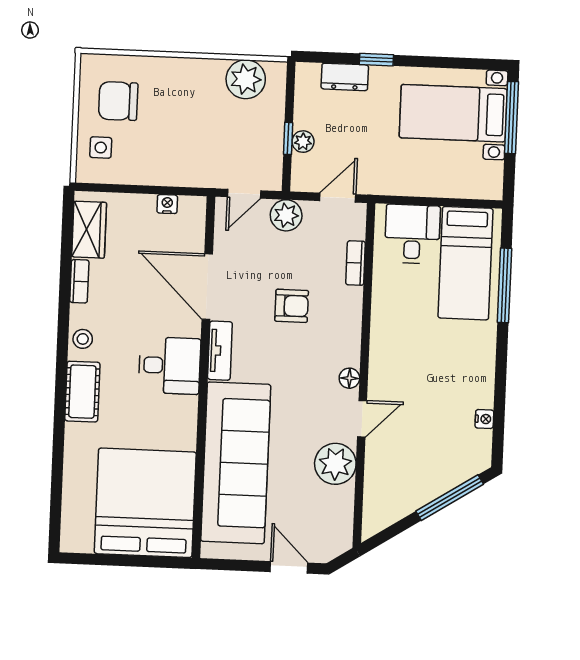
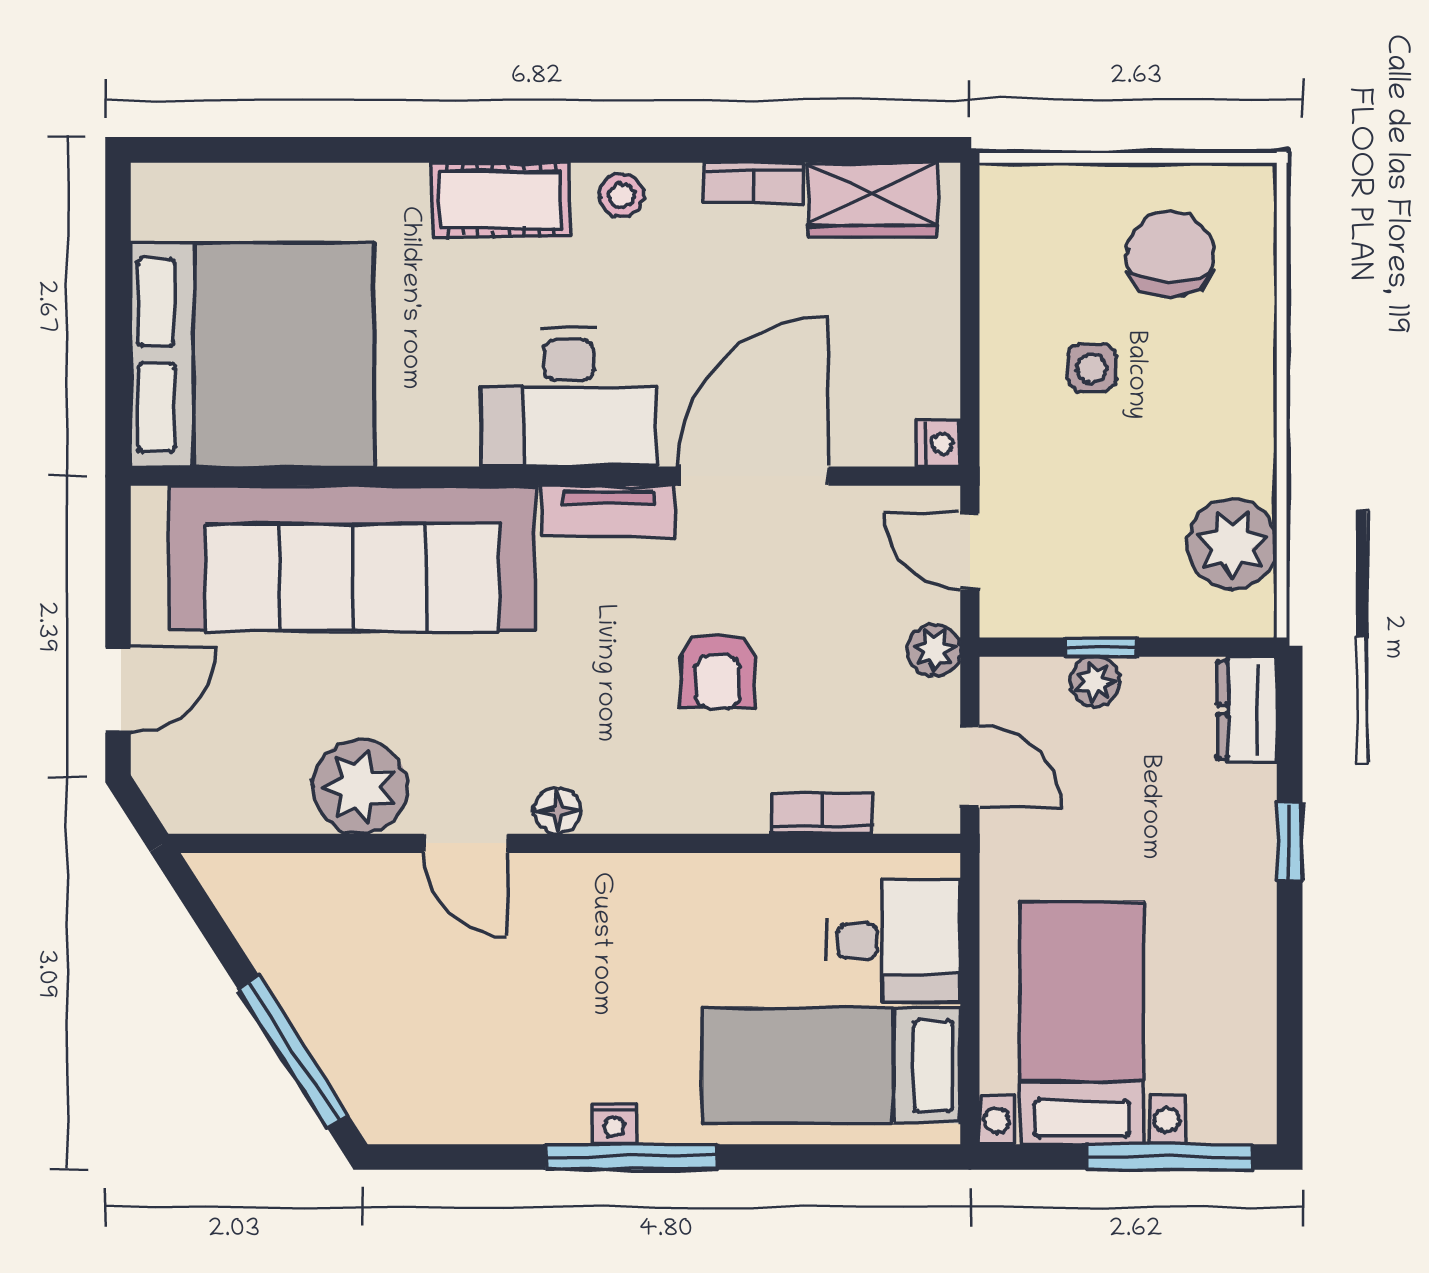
dresser: (345, 77) -> (1247, 710), moved
bed with nightstands: (453, 113) -> (1082, 1023), moved
side table: (101, 148) -> (1092, 368), moved
nightstand: (167, 204) -> (939, 444), moved
plant: (286, 215) -> (934, 650), width x0.73, depth x0.73
window: (504, 285) -> (631, 1157), moved
desk: (170, 366) -> (569, 397), width x1.37
nightstand: (484, 419) -> (614, 1124), moved

